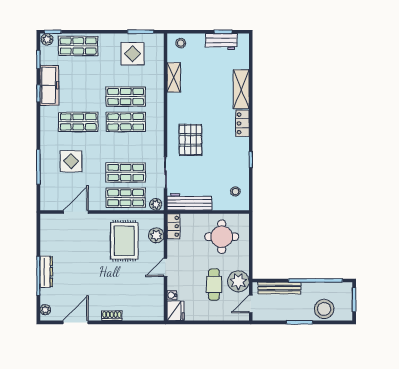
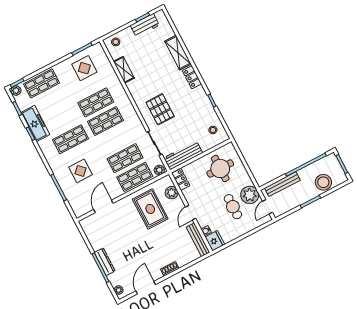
bench: (158, 300) -> (198, 240), added

